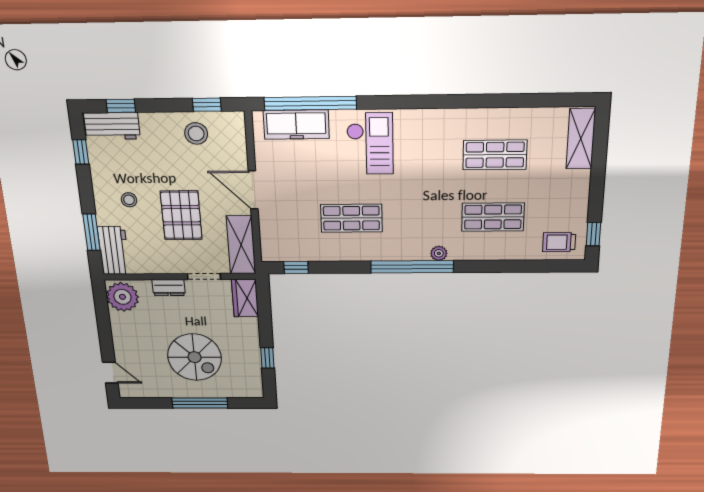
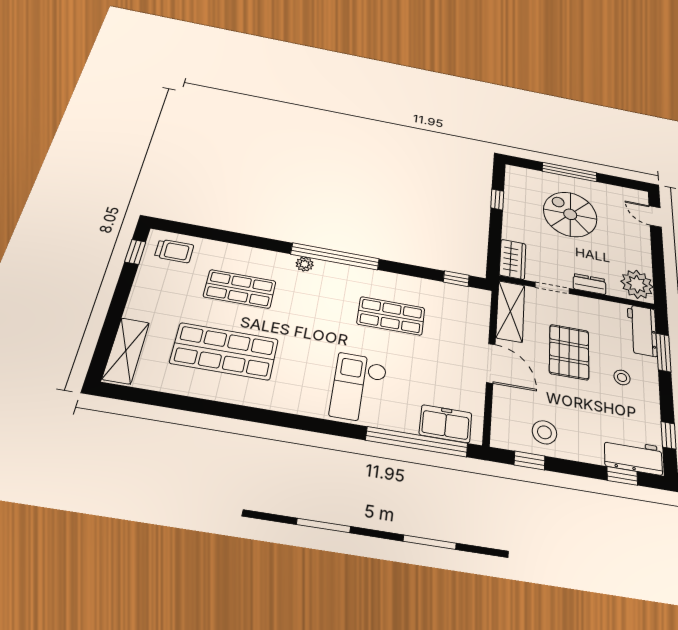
freezer: (296, 125) -> (446, 424), width x0.71
shop shelf: (495, 155) -> (225, 351), width x1.43, depth x1.36

